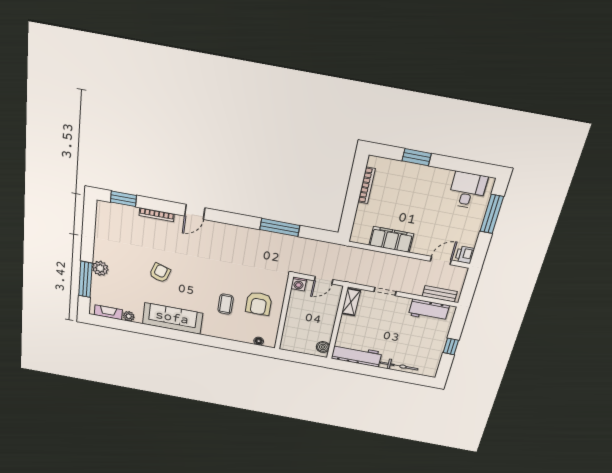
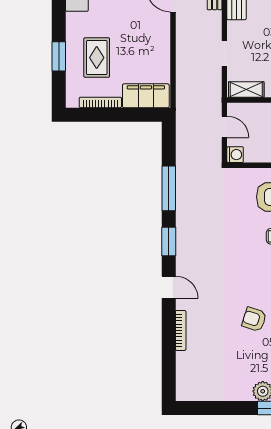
rug: (407, 190) -> (97, 58), added
window: (123, 199) -> (169, 241), moved
filing cabinet: (391, 239) -> (146, 96), moved, turned 90

